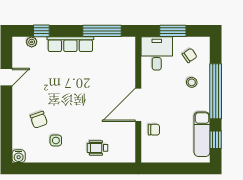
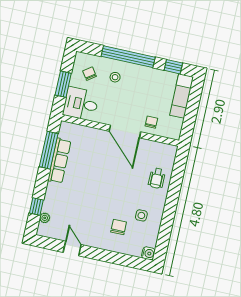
row of seats: (70, 44) -> (59, 161), moved
chair: (39, 120) -> (119, 227), turned -71
exam couch: (202, 134) -> (182, 96), moved, turned 90

